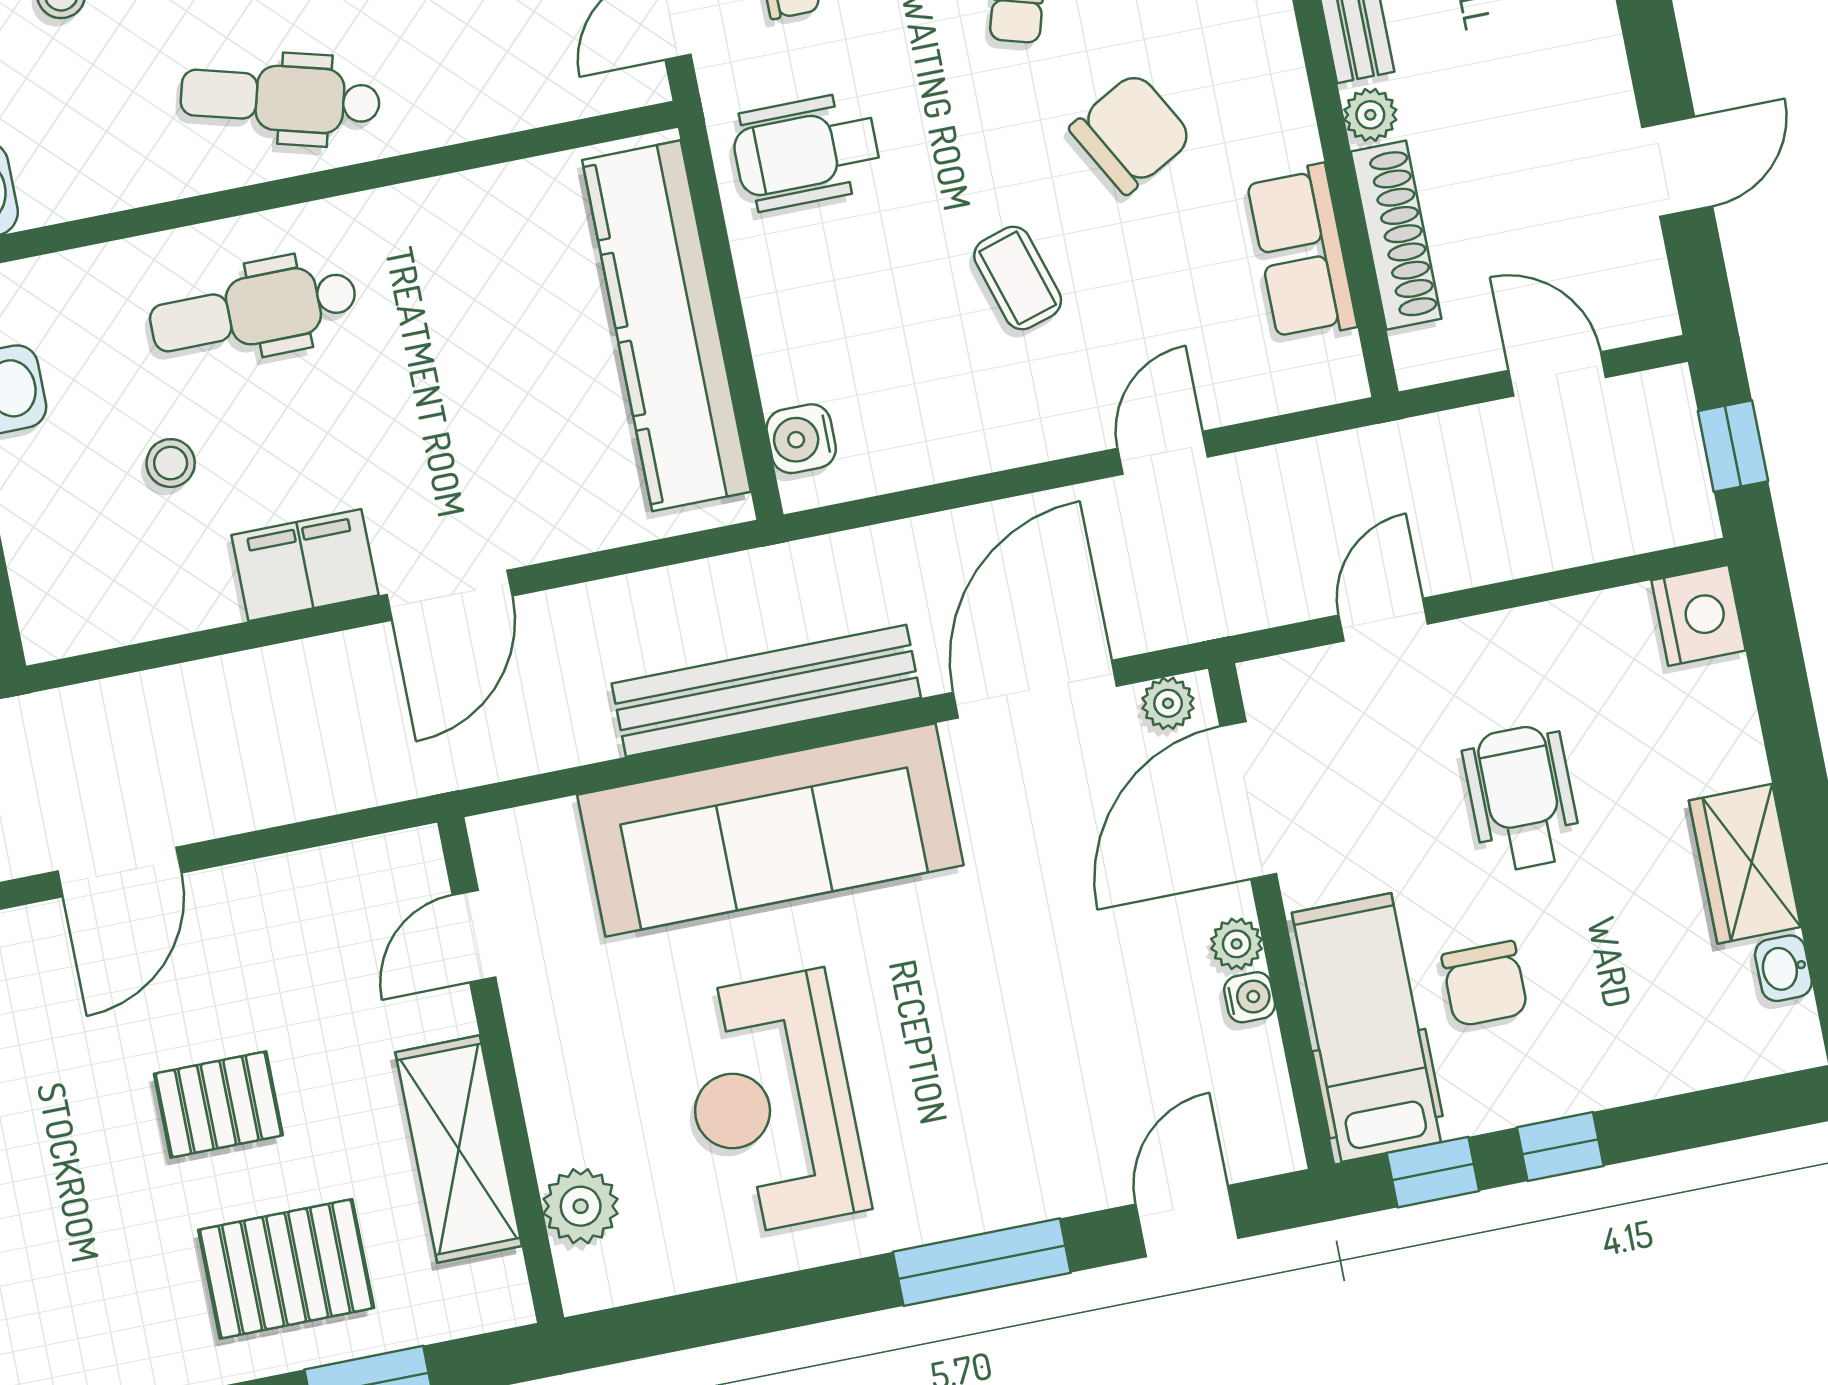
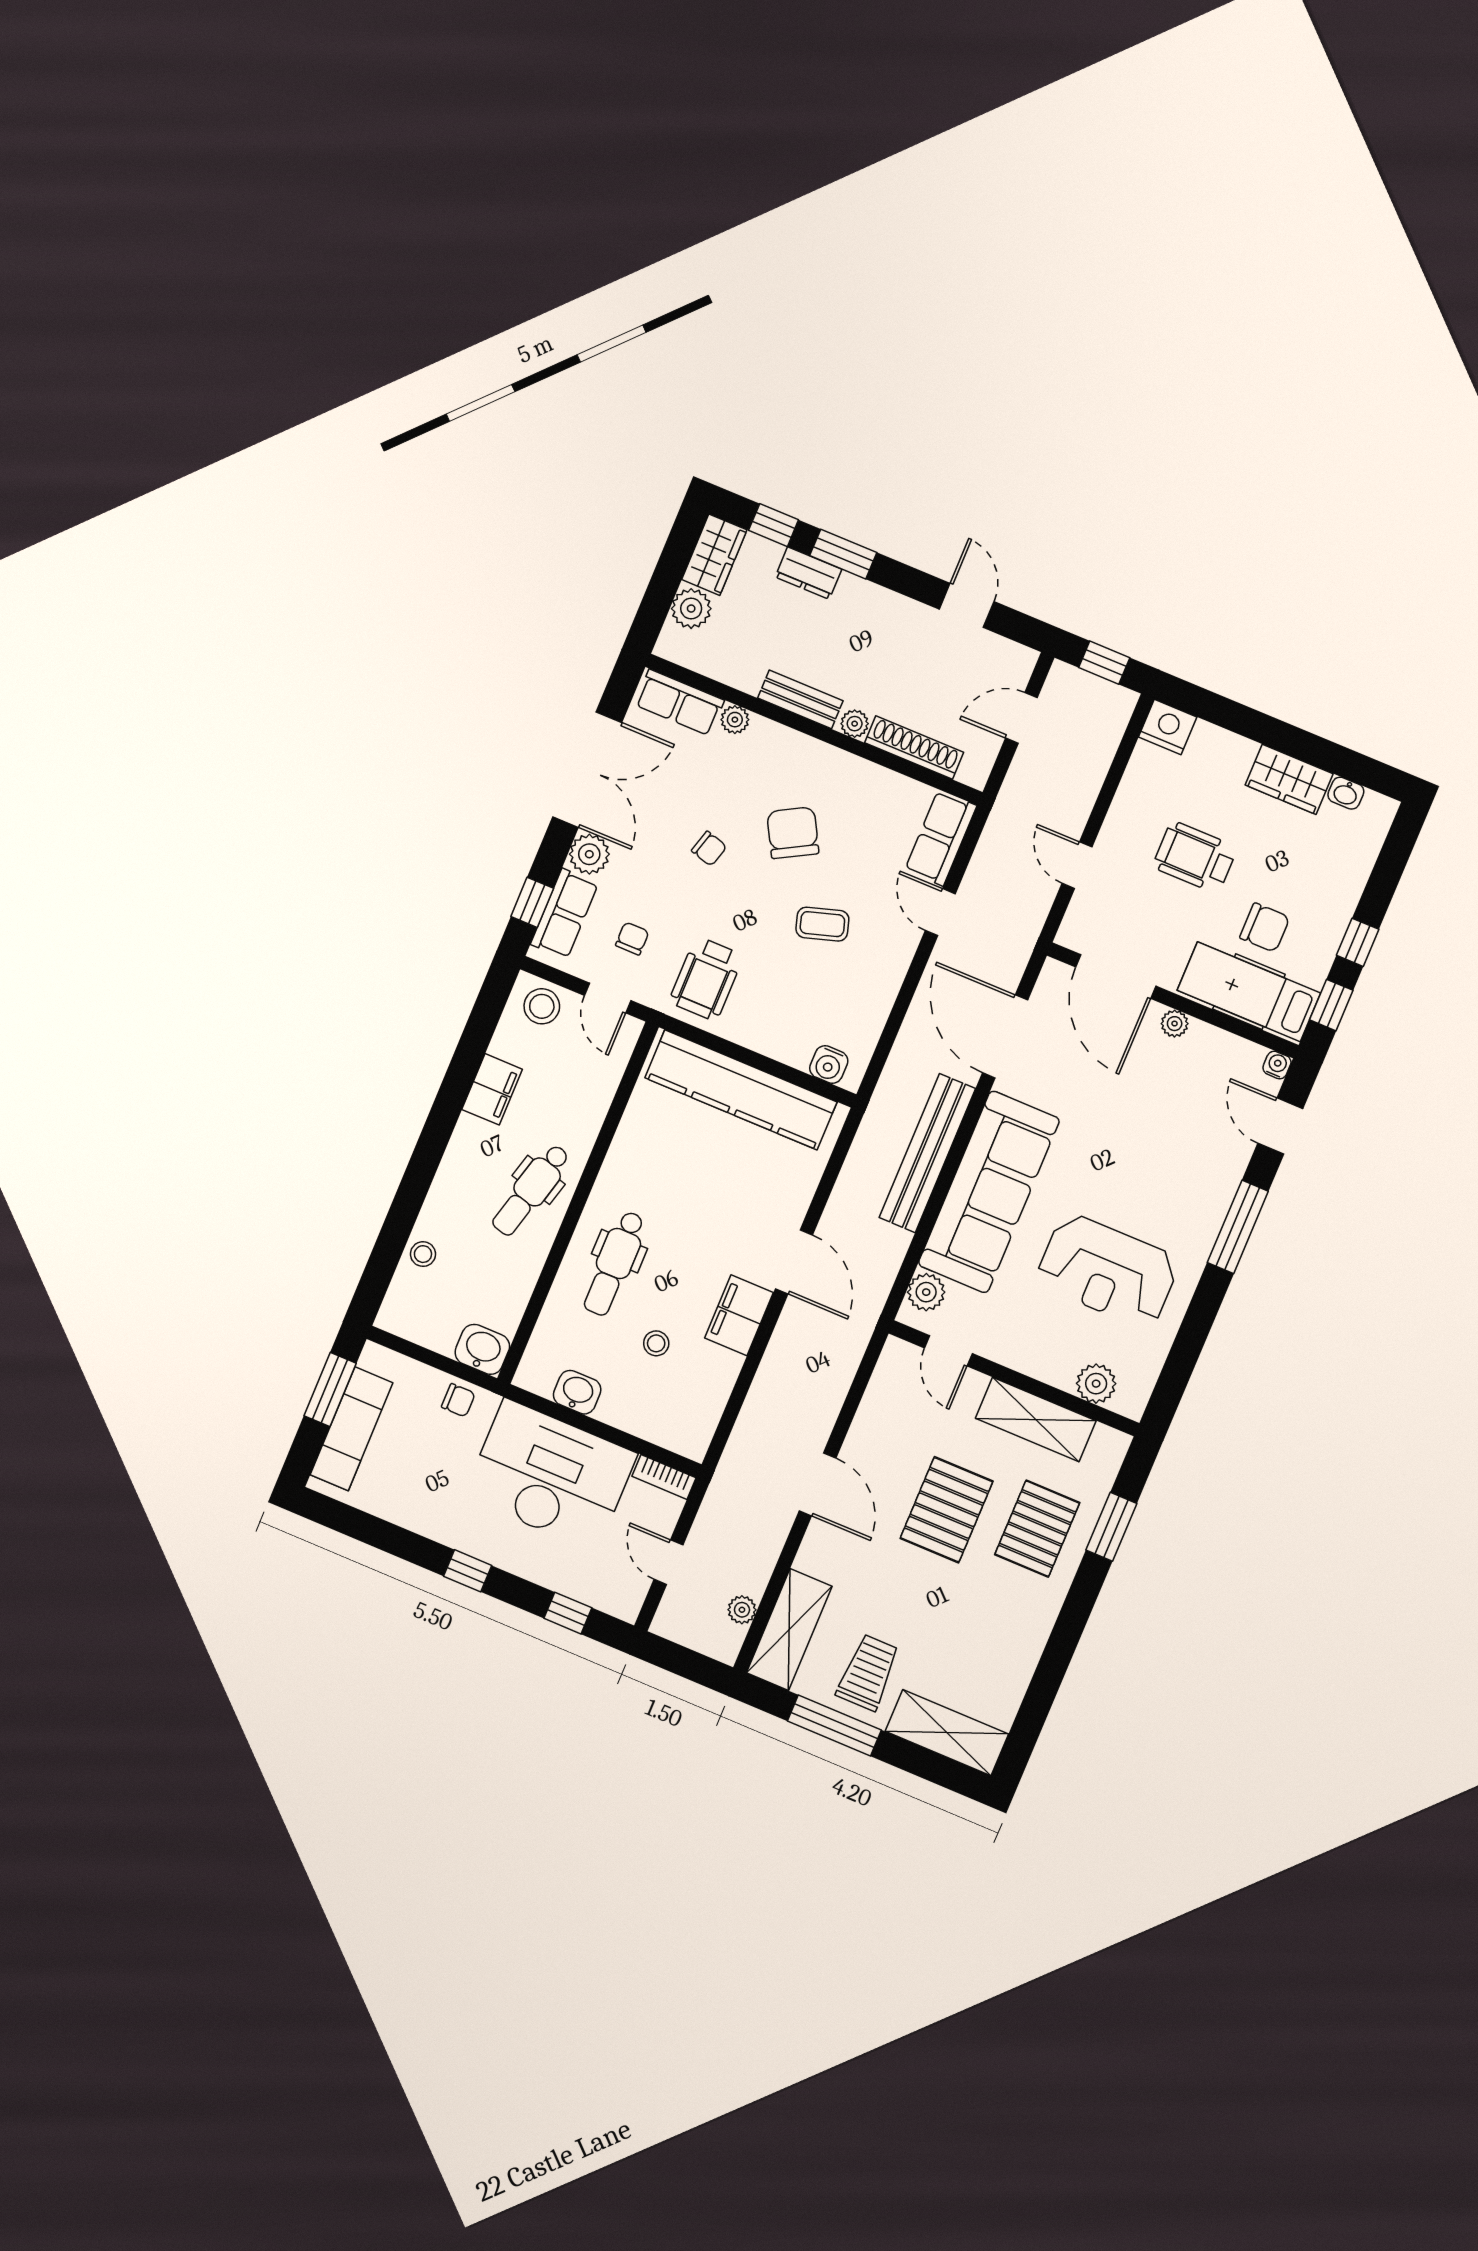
row of seats: (1302, 252) -> (941, 838), moved, turned 90
plant: (1168, 703) -> (926, 1292), moved, width x1.38, depth x1.38
water cooler: (1250, 997) -> (1277, 1065), moved
pallet: (218, 1105) -> (946, 1510), width x1.50, depth x1.42

